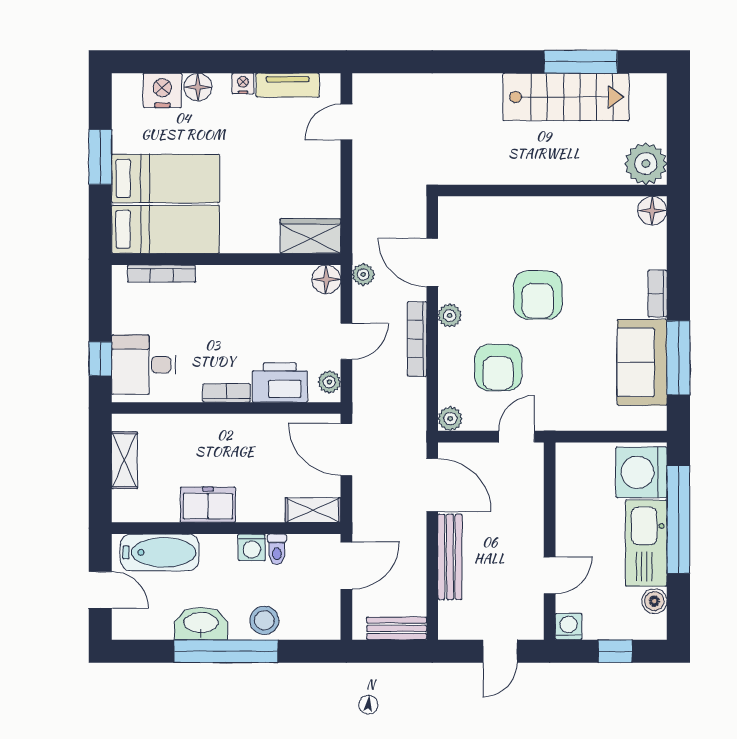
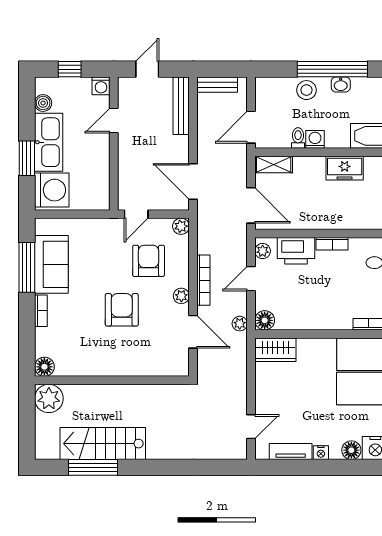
window: (678, 519) -> (27, 158), width x0.47
bench: (450, 557) -> (181, 106), moved
washbasin: (201, 624) -> (341, 84), width x0.52, depth x0.69

